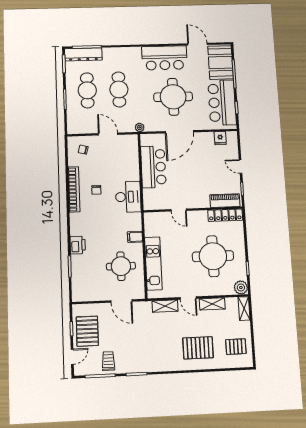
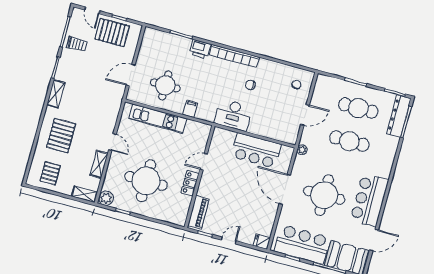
fridge: (220, 138) -> (262, 242), moved
bookcase: (74, 189) -> (234, 56), moved
locker: (225, 215) -> (190, 183), moved, width x0.66
door: (188, 298) -> (112, 142), swing flipped
shelving: (165, 306) -> (56, 94), moved

